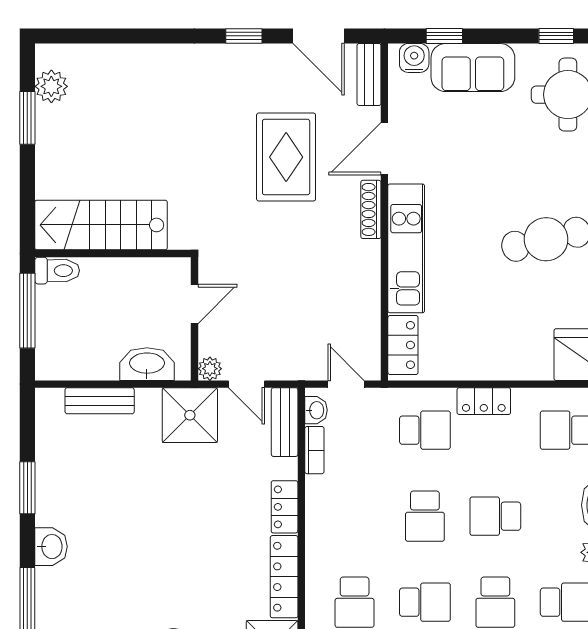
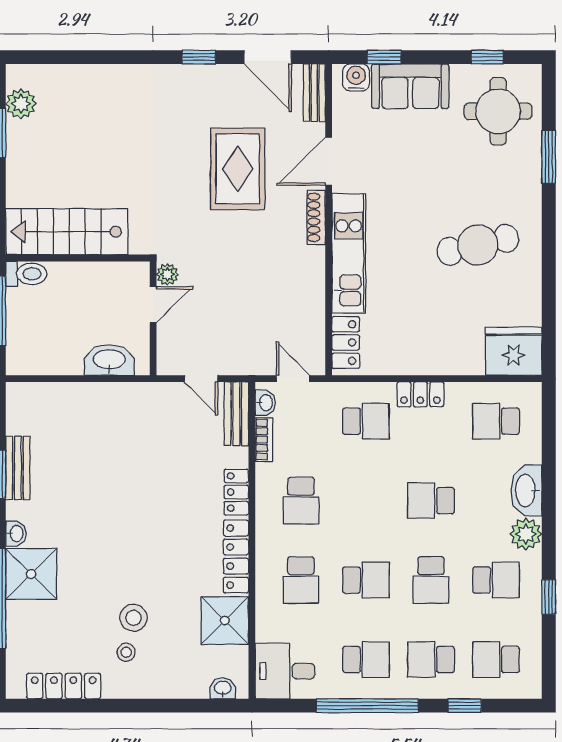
plant: (210, 369) -> (167, 274), moved
bench: (100, 401) -> (18, 468), moved, turned 90
shower: (190, 415) -> (31, 574), moved
school desk: (425, 516) -> (301, 501), moved
washbasin: (51, 547) -> (16, 534), width x0.72, depth x0.69

